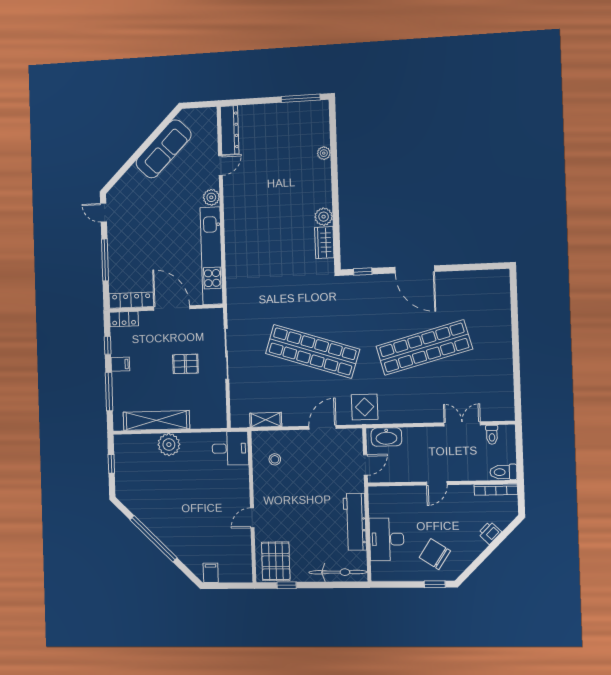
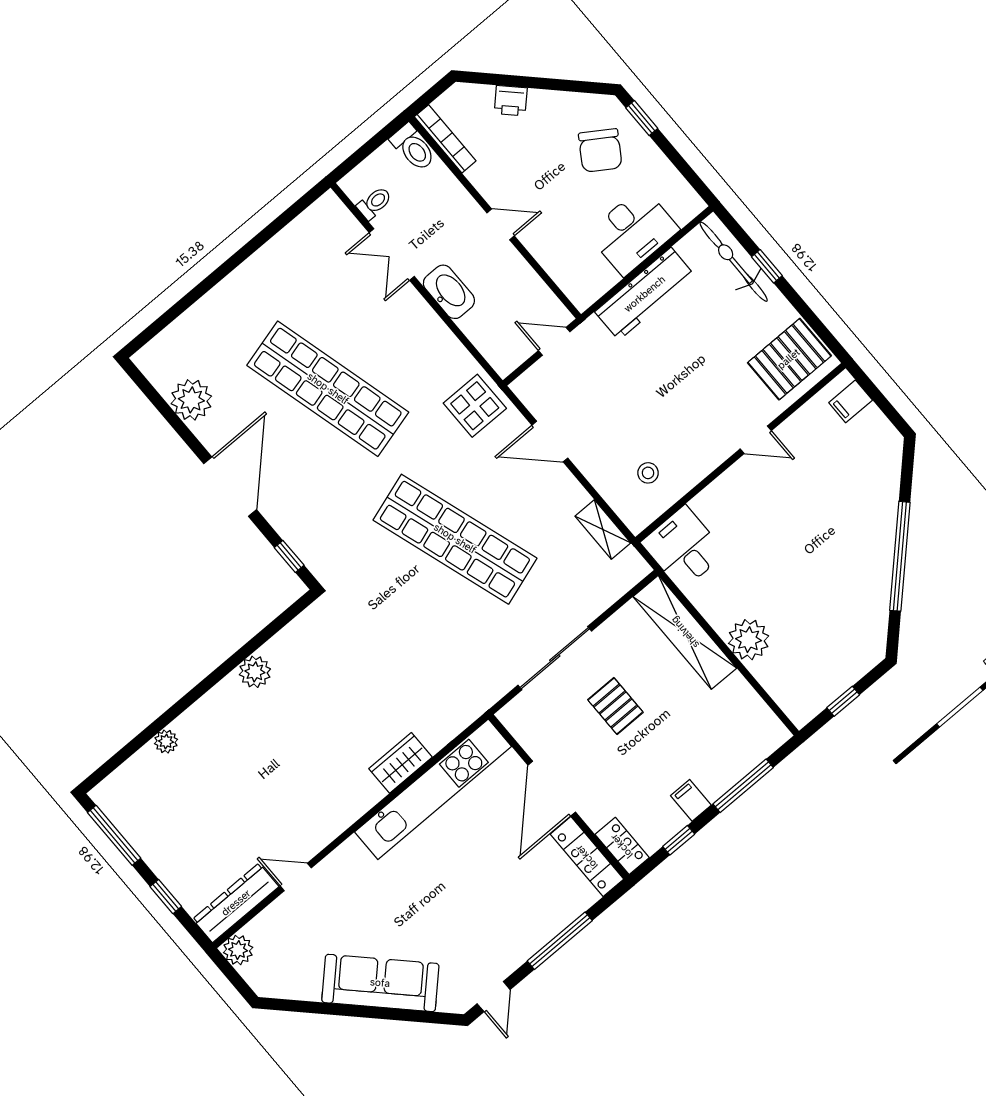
window: (256, 101) -> (166, 897), added
sofa: (164, 149) -> (380, 983), moved
plant: (211, 197) -> (238, 950), moved
wardrobe: (324, 243) -> (400, 763), moved, turned 180
plant: (468, 282) -> (191, 400), added
shop shelf: (313, 351) -> (455, 539), turned -36
shelving: (156, 420) -> (685, 632), moved
washbasin: (386, 437) -> (449, 292), moved
filing cabinet: (211, 573) -> (851, 401), moved
window: (287, 585) -> (767, 266), moved

